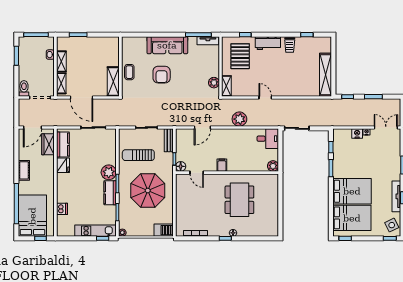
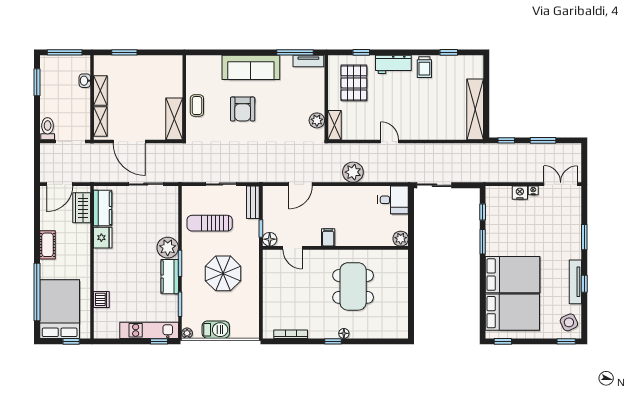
parasol: (148, 191) -> (223, 273), width x0.73, depth x0.73
barbecue: (164, 230) -> (216, 330), moved

